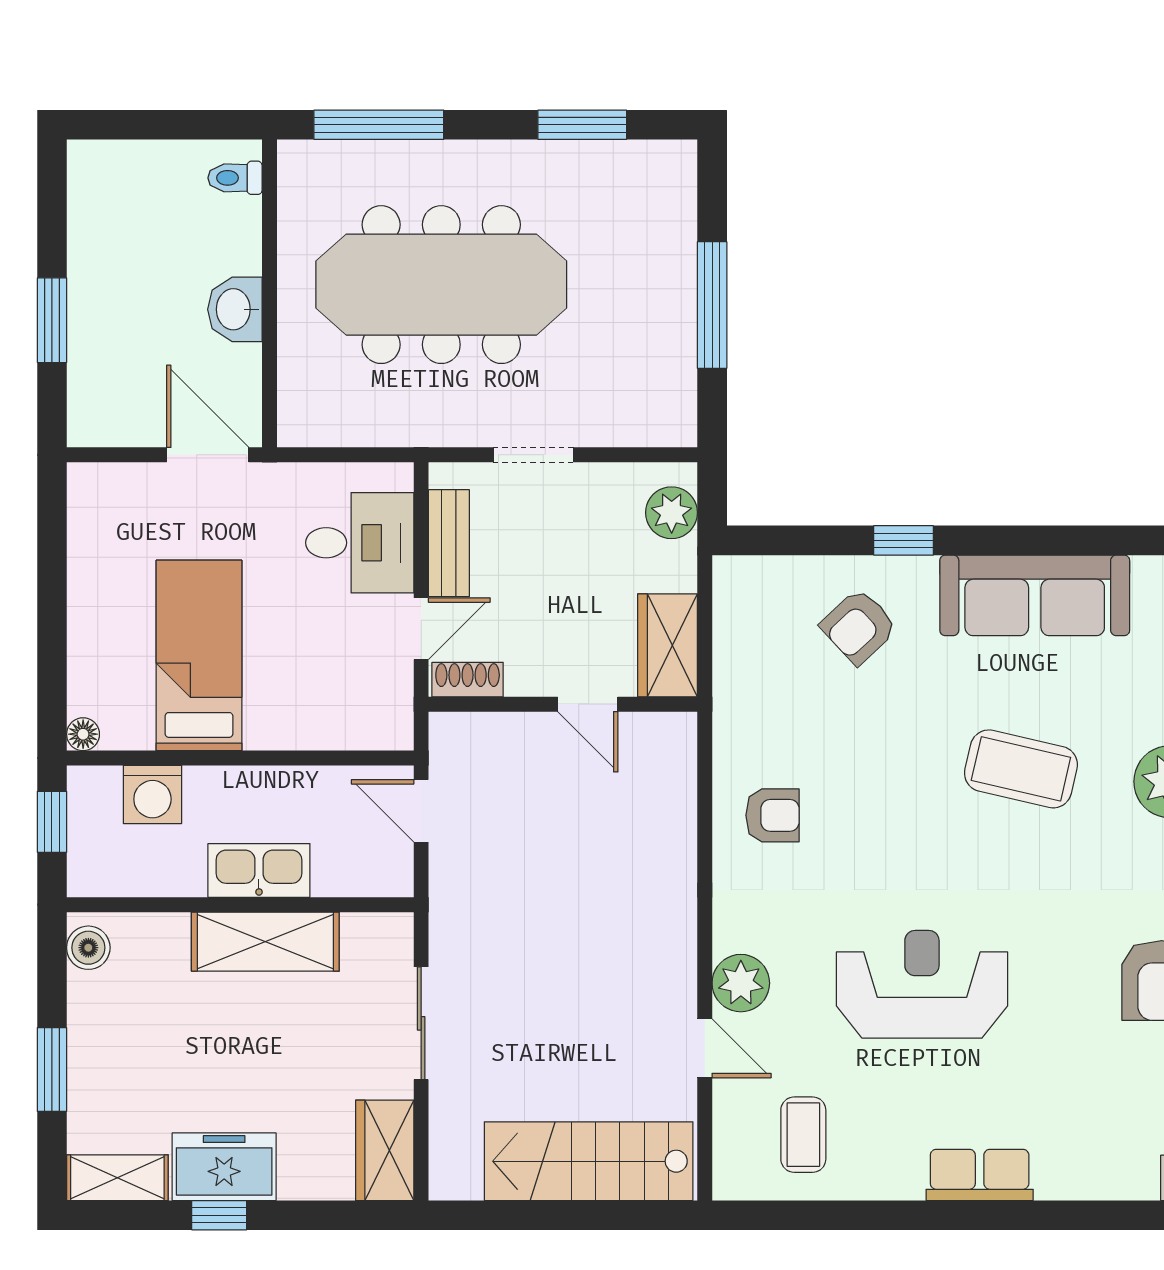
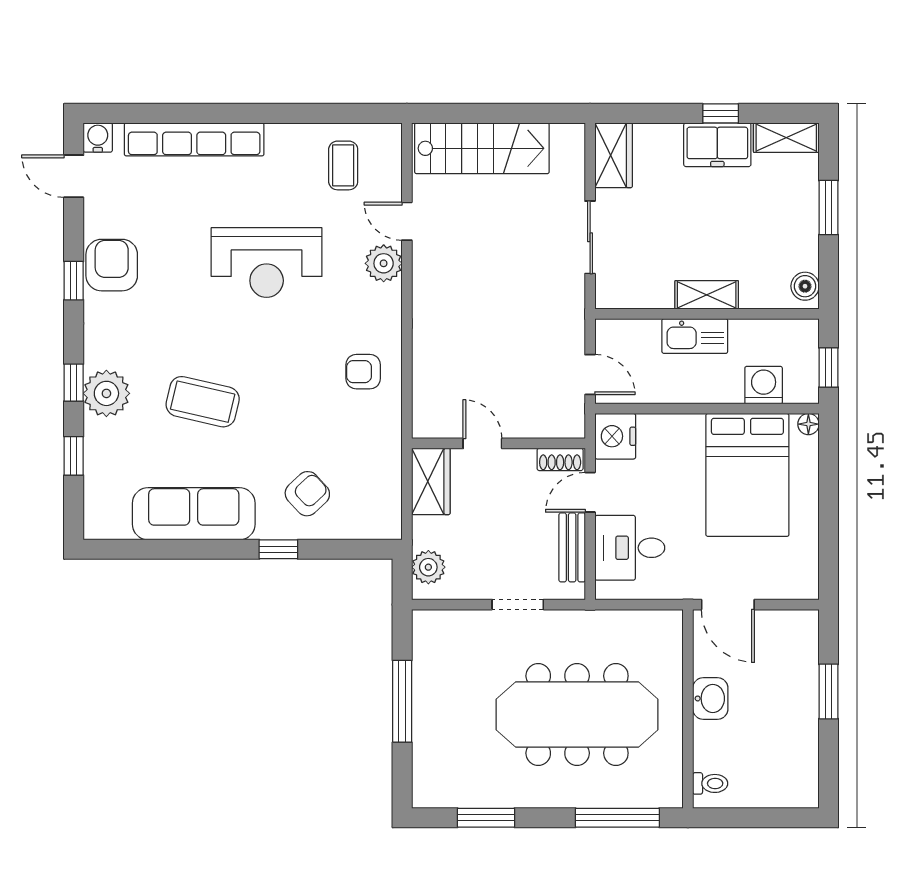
bed: (199, 655) -> (747, 475), width x1.50
nightstand: (382, 715) -> (615, 436), added
shelving: (265, 942) -> (707, 295), width x0.67, depth x0.75
row of seats: (980, 1175) -> (194, 139), width x2.02

